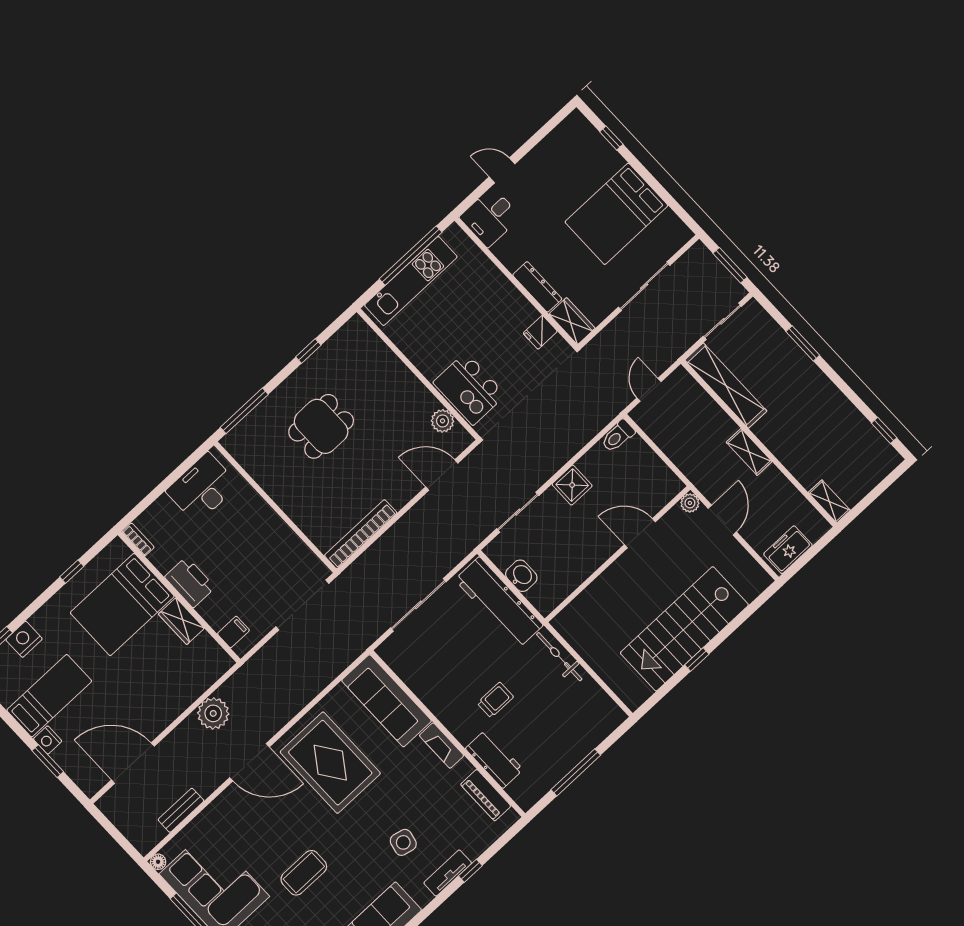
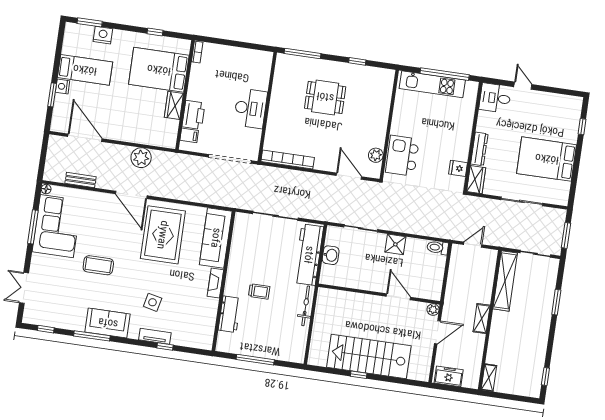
desk: (202, 488) -> (250, 108), moved, turned 90
printer: (190, 582) -> (194, 115), moved
piano: (486, 795) -> (208, 324), removed

